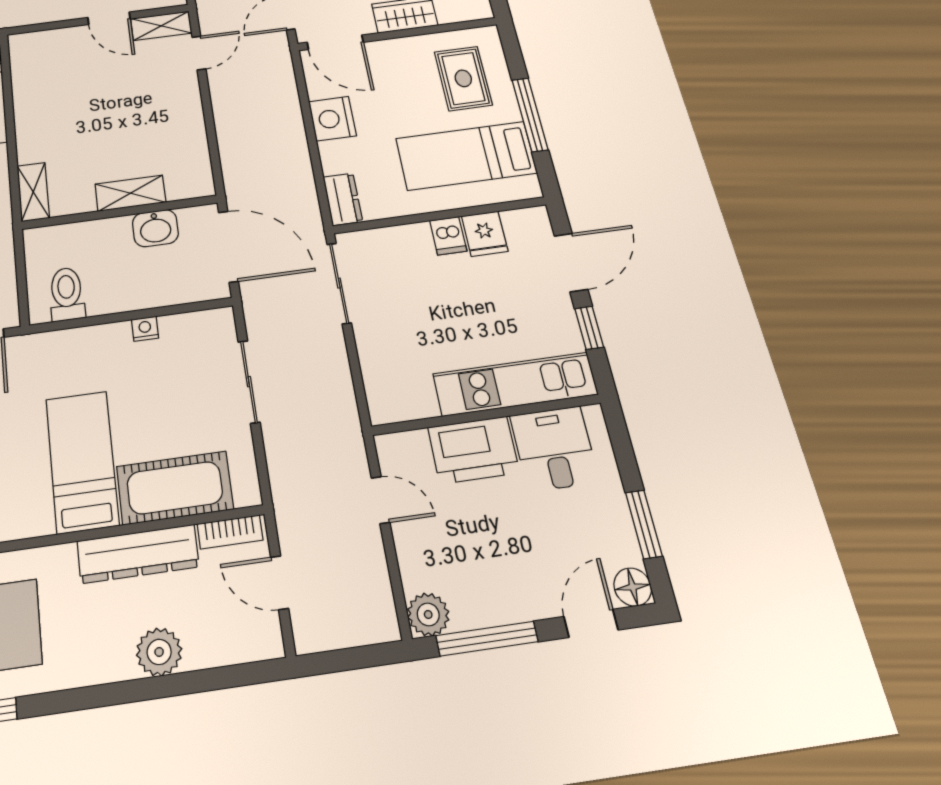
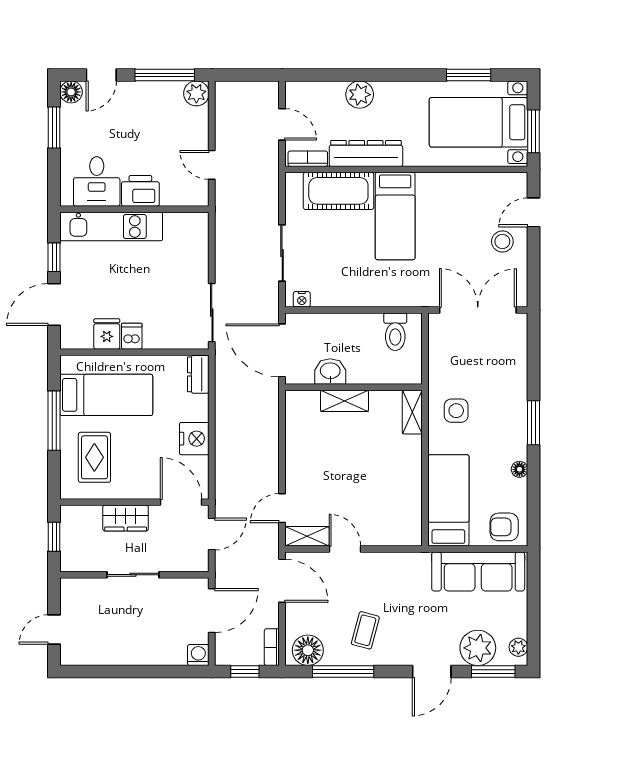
nightstand: (145, 329) -> (302, 299), moved
printer: (473, 450) -> (140, 191), width x0.73, depth x0.84

